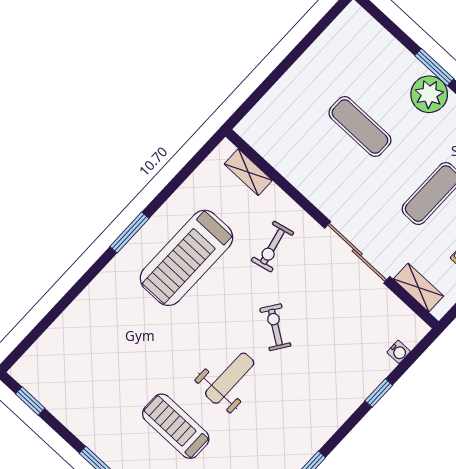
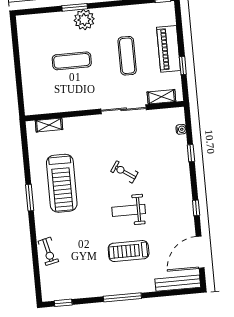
exercise bike: (272, 247) -> (48, 251), moved
weight bench: (230, 378) -> (129, 210), turned -90

